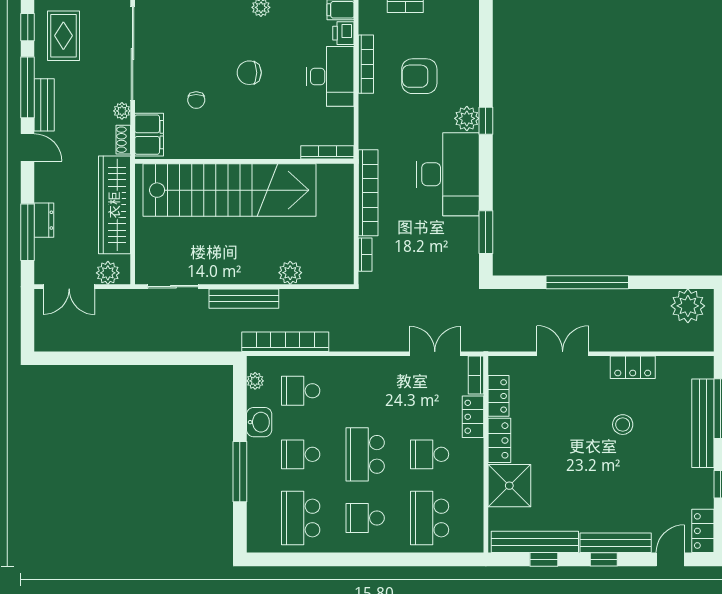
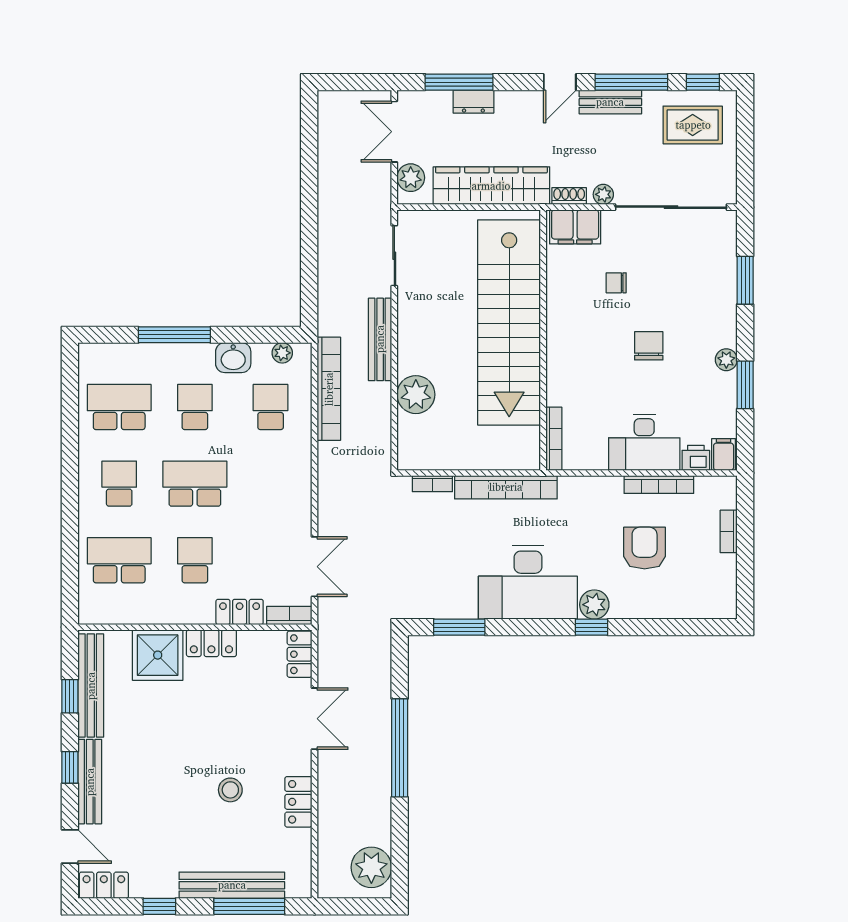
plant: (290, 273) -> (416, 395), width x1.36, depth x1.36
locker: (498, 396) -> (300, 654), moved, turned 90

